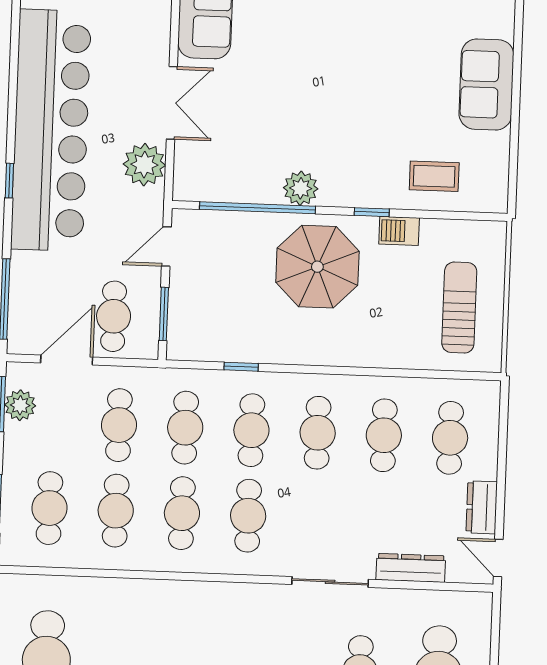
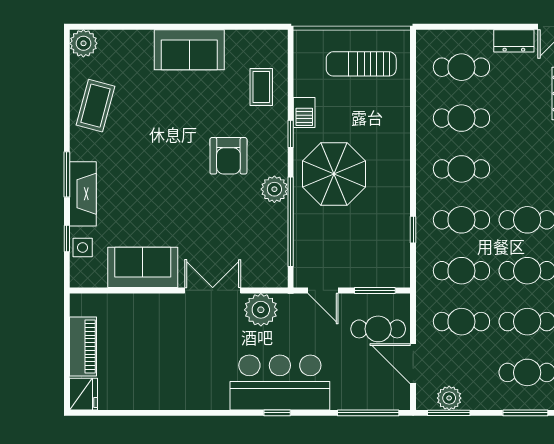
bar counter: (51, 130) -> (280, 382), width x0.54
armchair: (346, 130) -> (228, 156), added

